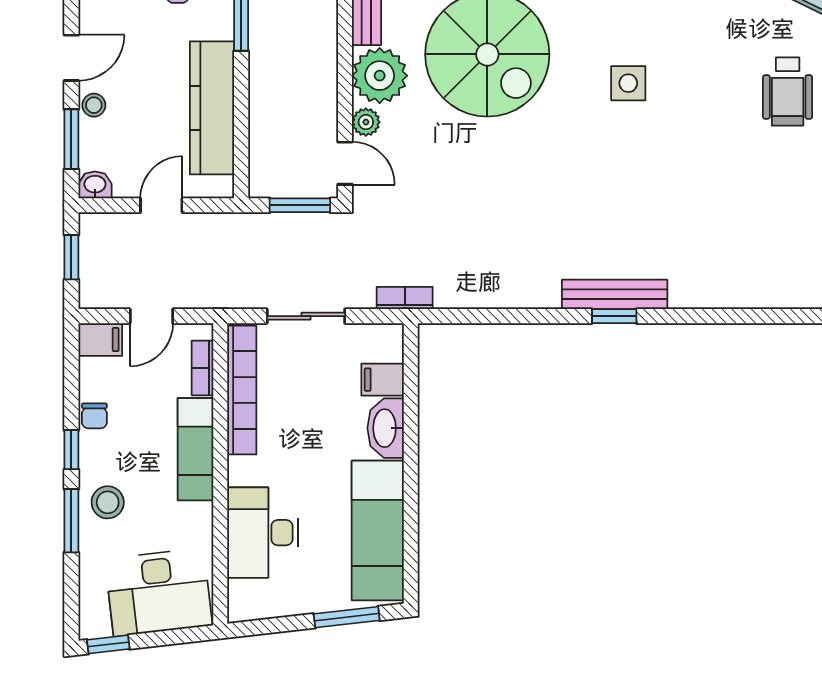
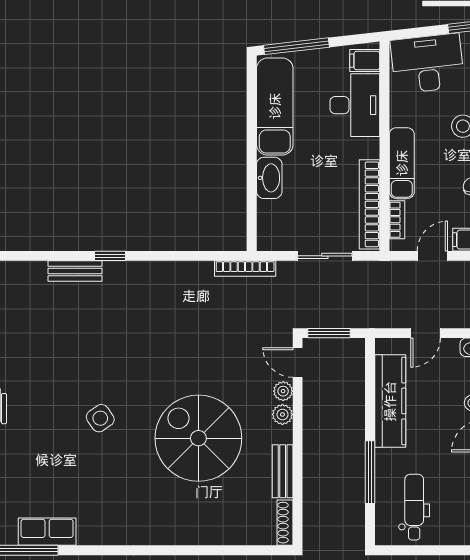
plant: (380, 76) -> (282, 414), width x0.53, depth x0.53
side table: (628, 83) -> (100, 418), turned -35
bench: (615, 294) -> (75, 271), moved, width x0.73
bookcase: (405, 298) -> (245, 269), width x1.56
filing cabinet: (383, 380) -> (365, 61), moved, turned 180
window: (347, 617) -> (296, 46), width x1.44

